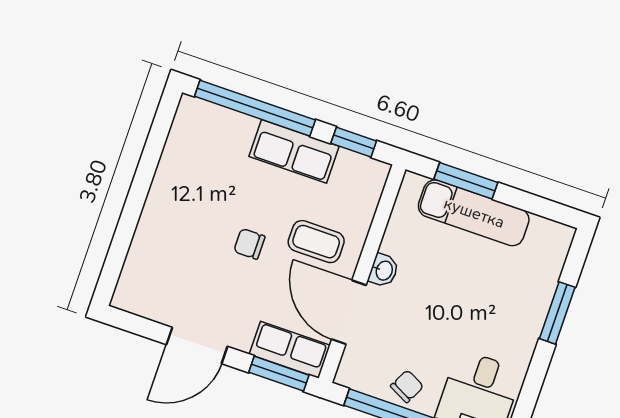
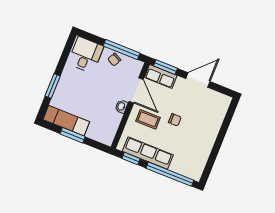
row of seats: (294, 151) -> (148, 153), width x1.48
window: (466, 181) -> (73, 135), moved
exam couch: (474, 213) -> (66, 121), moved

